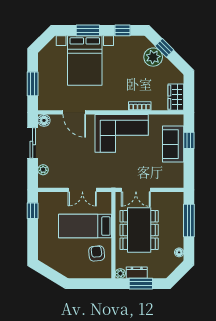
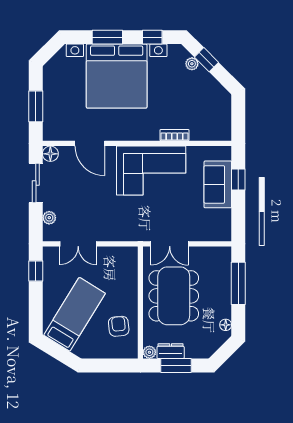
plant: (153, 57) -> (192, 64), width x0.53, depth x0.53
bed with nightstands: (85, 60) -> (117, 76), width x1.36
wardrobe: (176, 97) -> (221, 124), removed
double door: (82, 190) -> (78, 244), moved
bed: (85, 226) -> (75, 314), moved, turned 122

